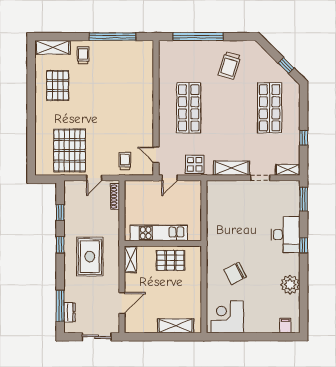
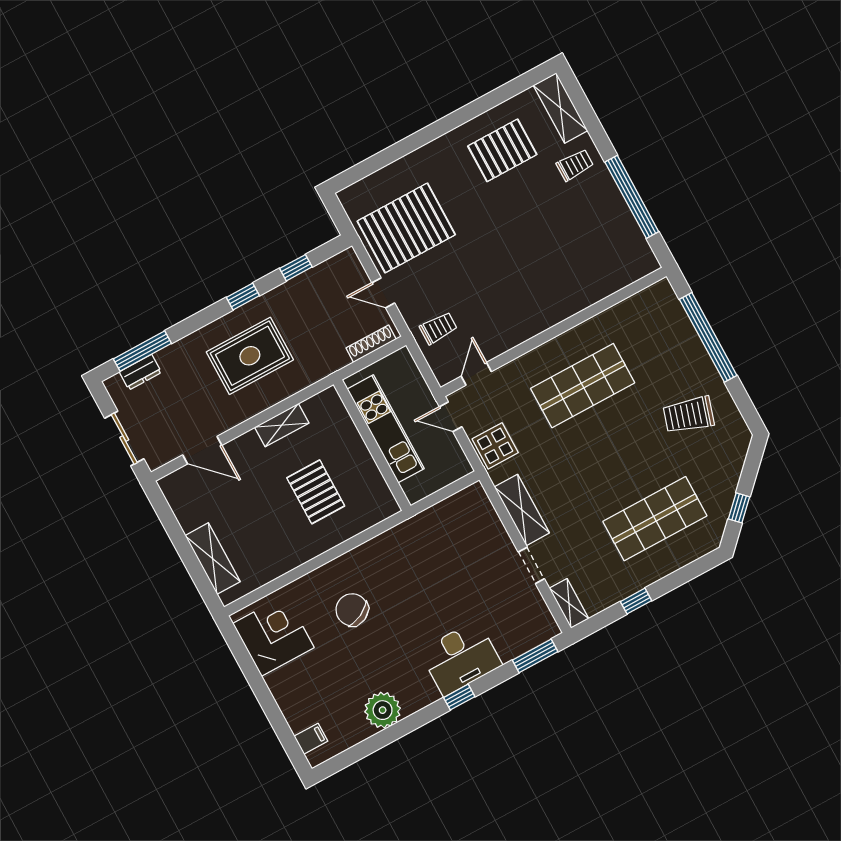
kitchen unit: (159, 233) -> (386, 429), moved
wall: (163, 243) -> (372, 445), moved

